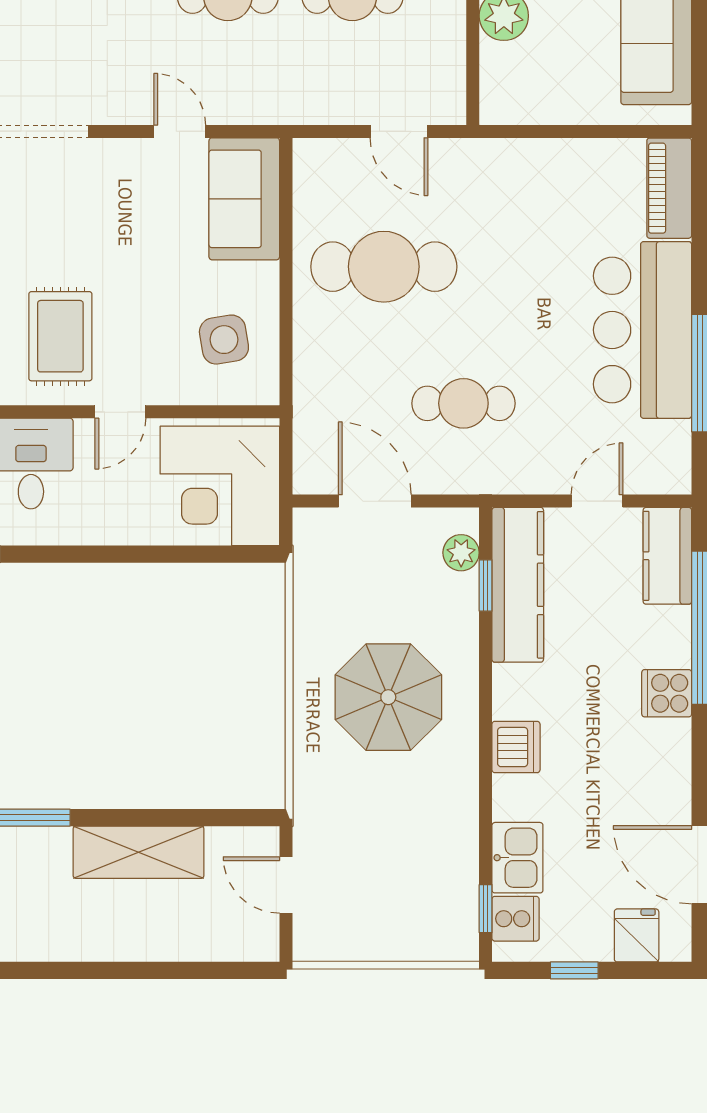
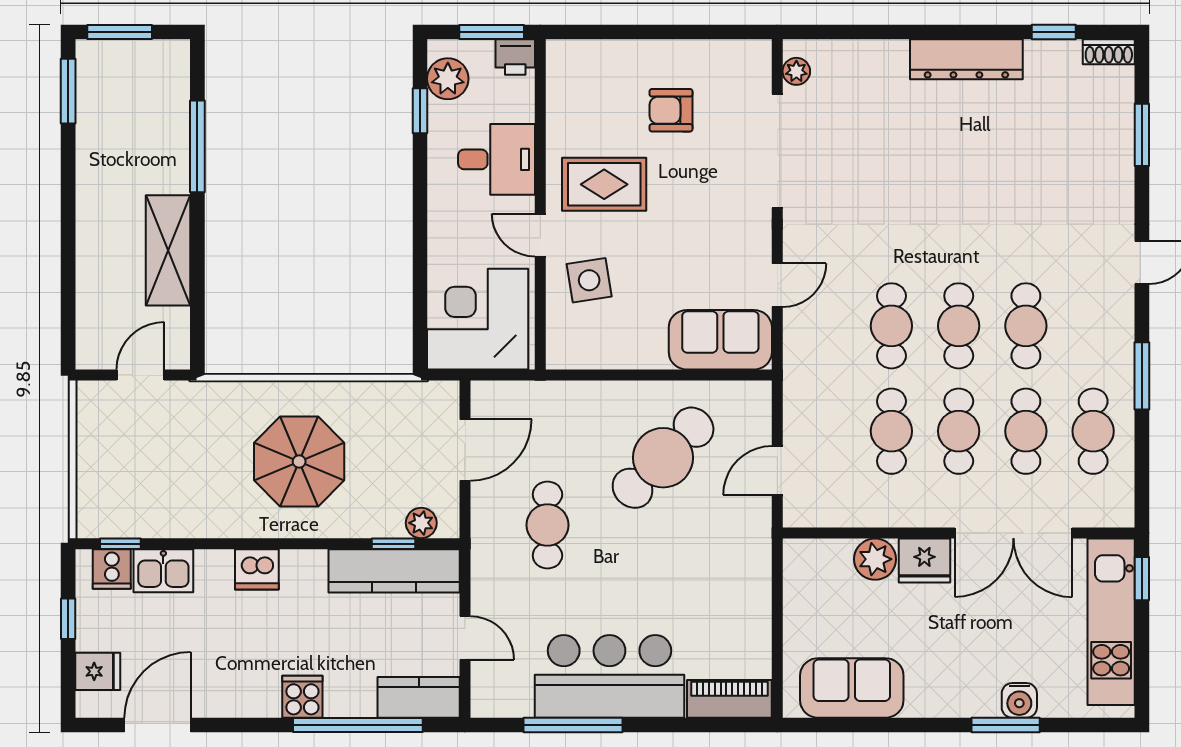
cafe table: (384, 267) -> (663, 458), turned 45
side table: (224, 340) -> (589, 280), moved

